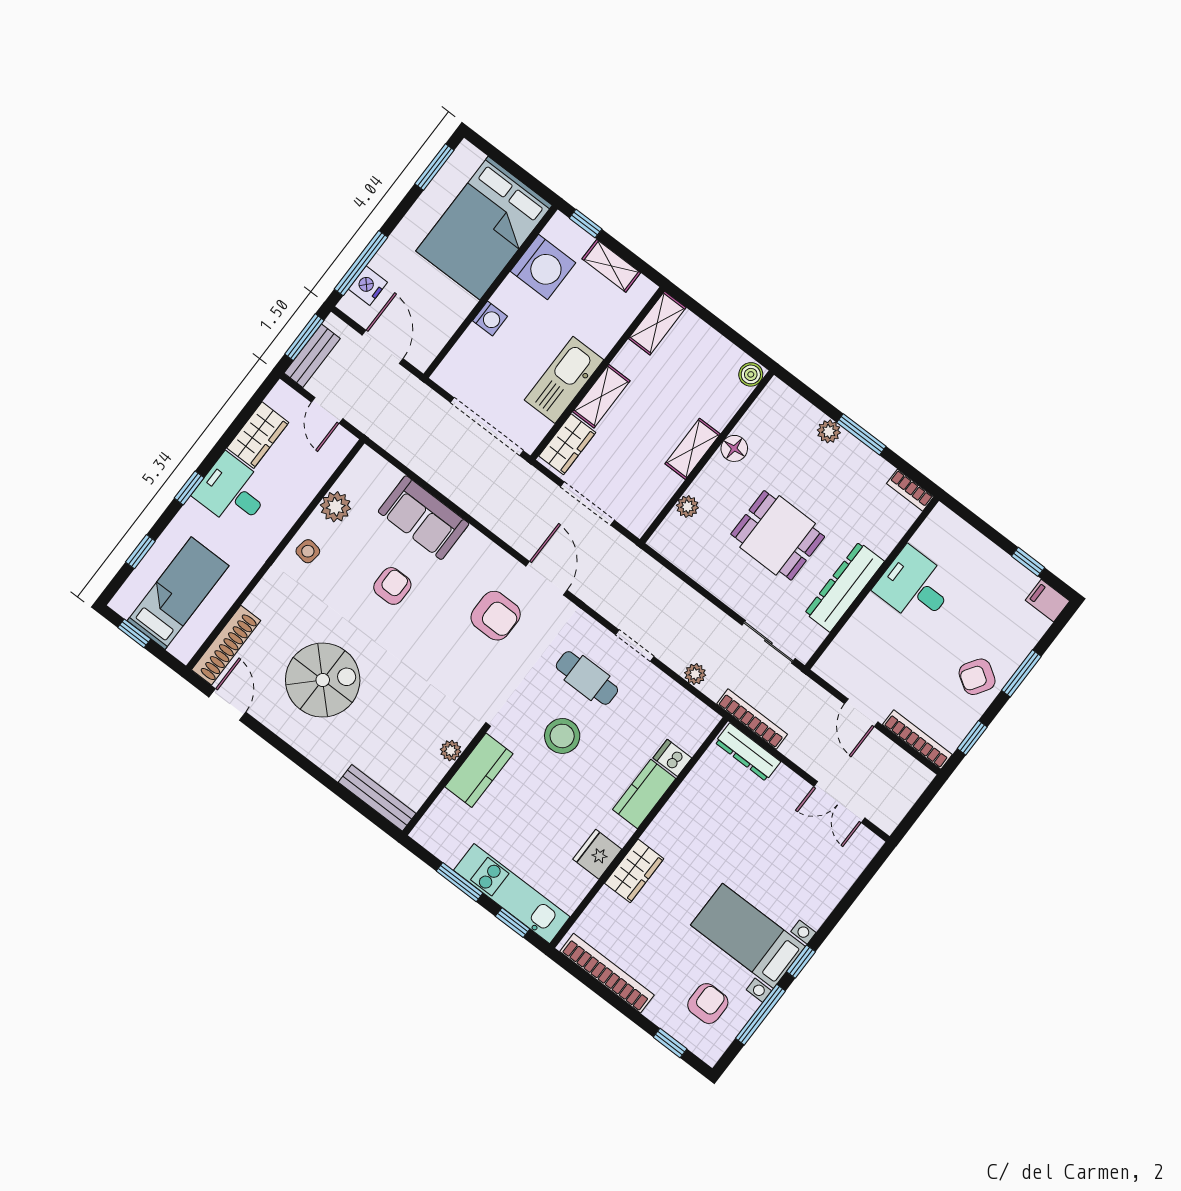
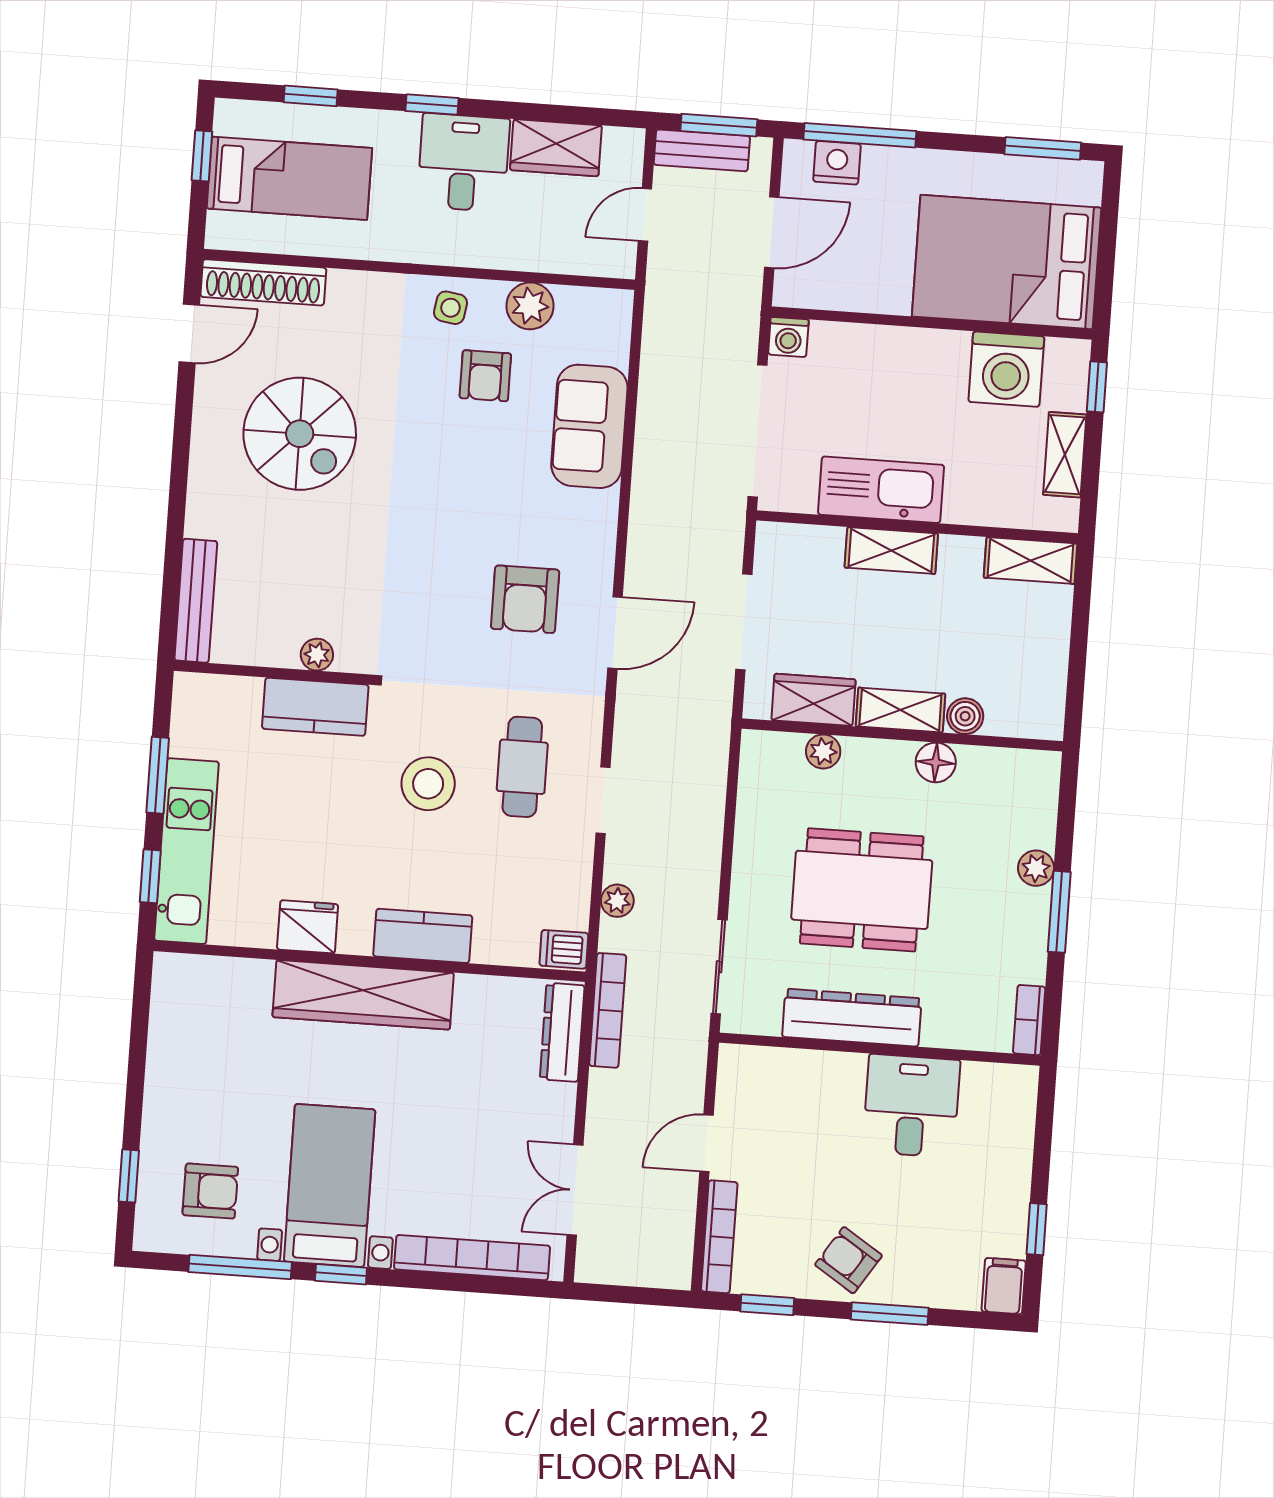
washing machine: (490, 318) -> (788, 337), moved
boiler: (751, 374) -> (965, 716), moved
wardrobe: (567, 444) -> (814, 700), moved, turned 180
dining table: (778, 535) -> (862, 890), width x1.38
armchair: (392, 586) -> (485, 376), moved, turned 90
dishwasher: (672, 758) -> (564, 949), moved, turned -90
wardrobe: (634, 871) -> (363, 995), width x2.10, depth x1.17
bookcase: (607, 973) -> (472, 1258), moved, turned -90

